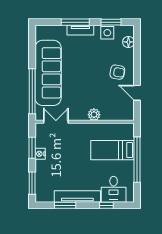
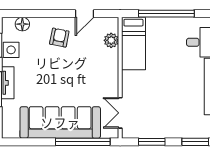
plant: (94, 115) -> (111, 40), moved
bed: (113, 150) -> (133, 44), moved
nightstand: (40, 154) -> (159, 132), removed

